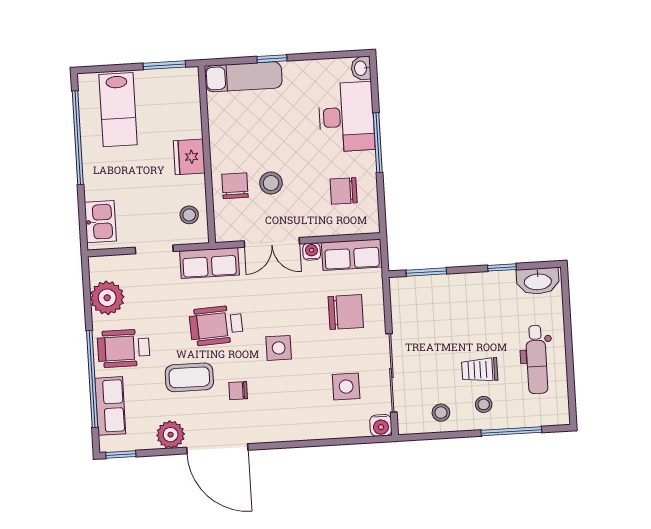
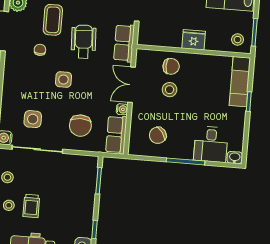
desk: (346, 117) -> (211, 144), width x0.73
chair: (344, 191) -> (158, 135), turned -126
stool: (189, 215) -> (238, 40), moved
trolley: (480, 370) -> (31, 206), turned 180

